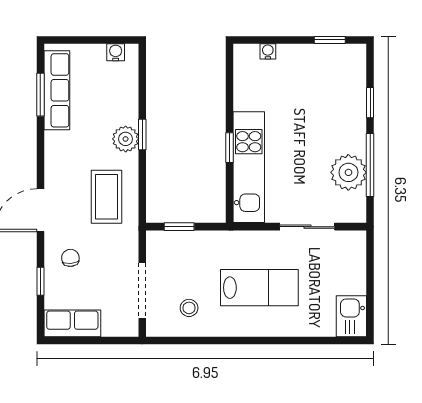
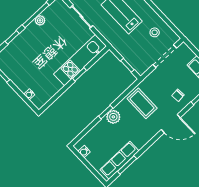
plant: (348, 172) -> (40, 20), width x0.53, depth x0.53
coffee table: (106, 197) -> (142, 103), turned 90

